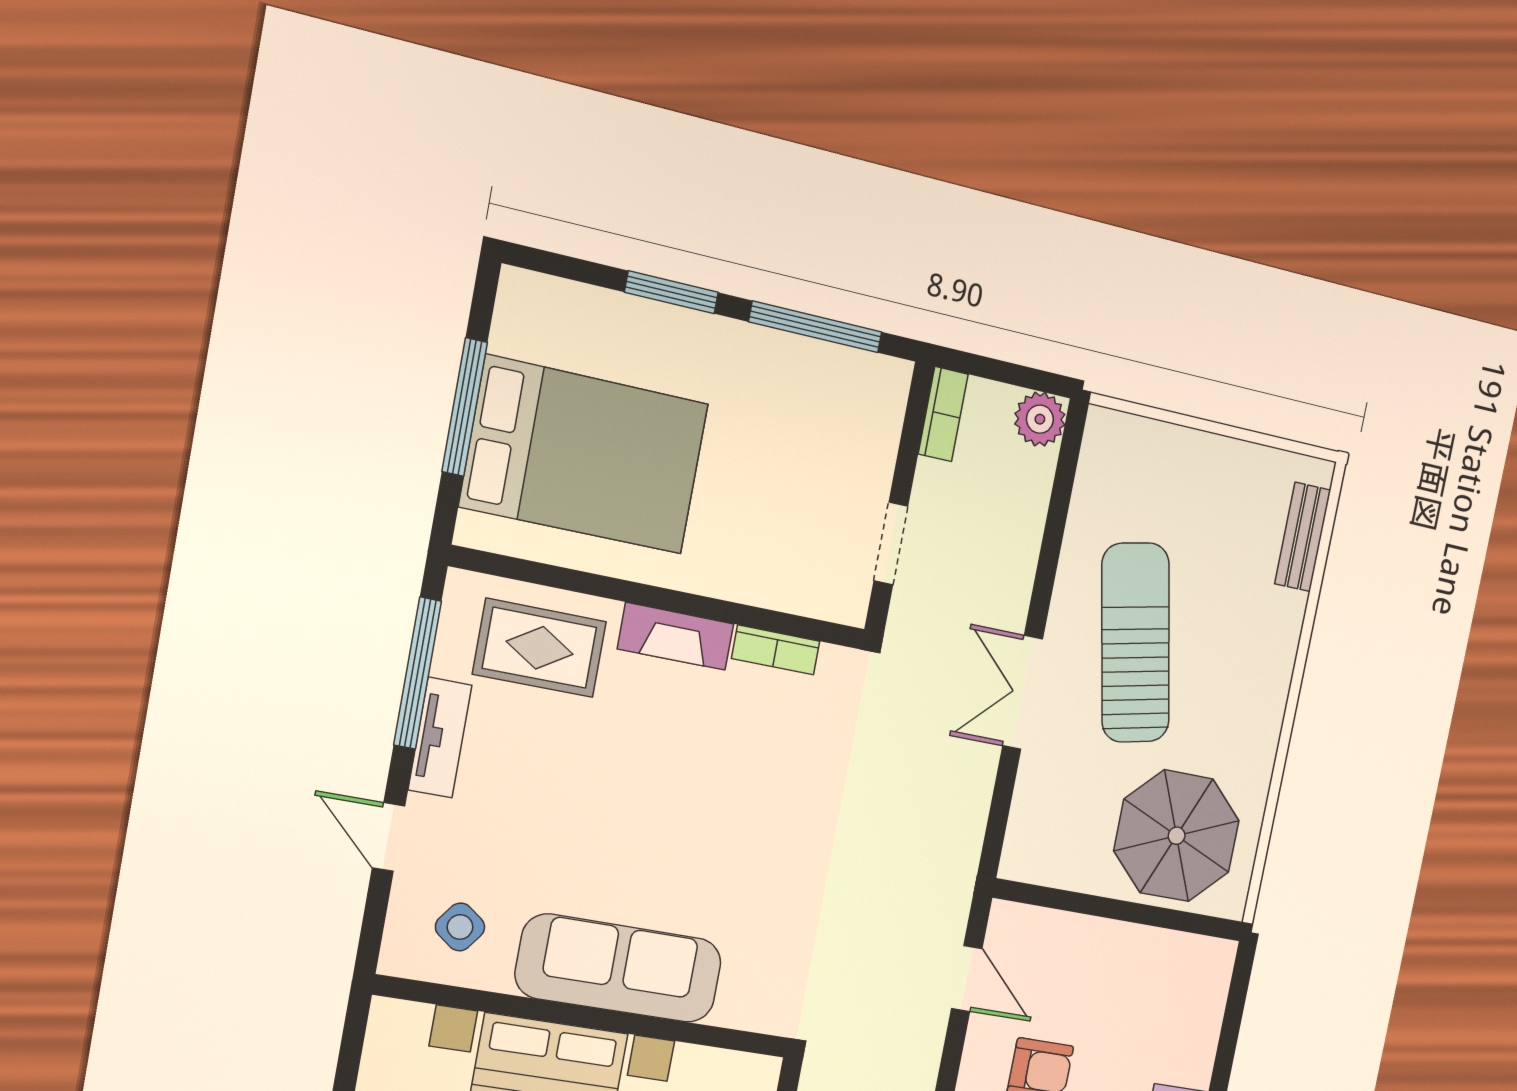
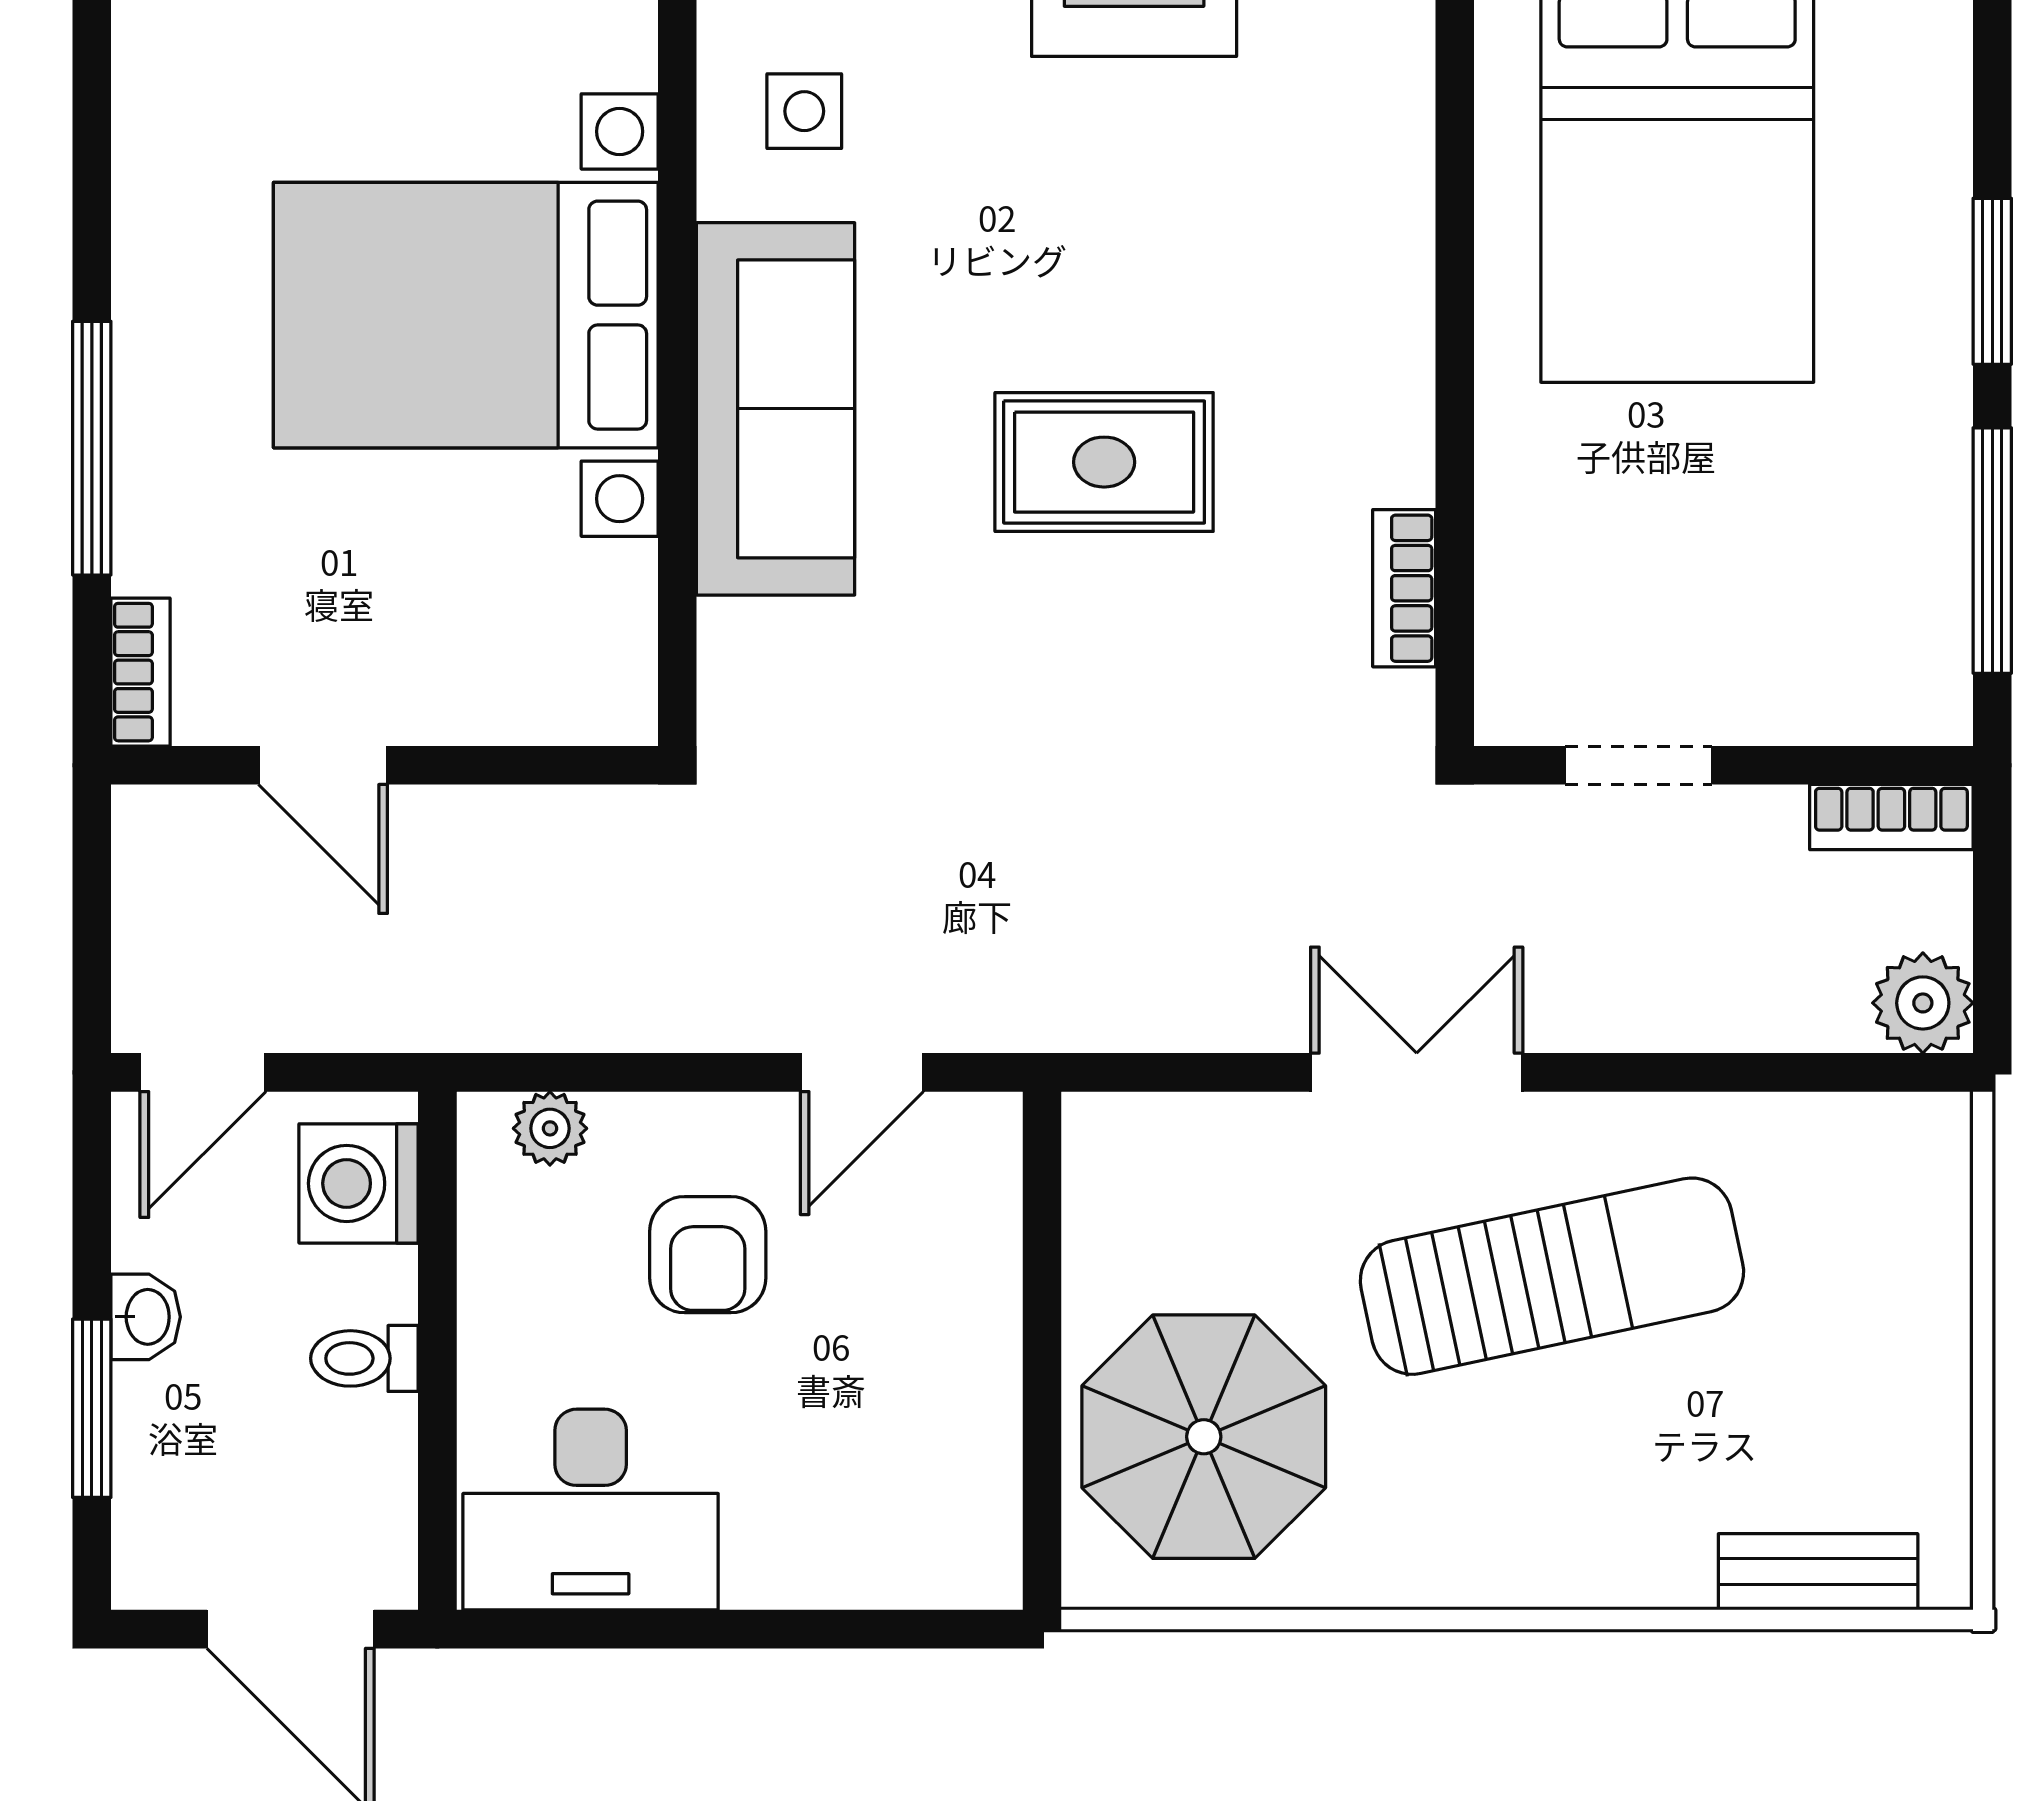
fireplace: (676, 636) -> (1392, 401), removed
rug: (540, 648) -> (1104, 462), moved, turned 90
side table: (460, 927) -> (804, 111), turned -37

